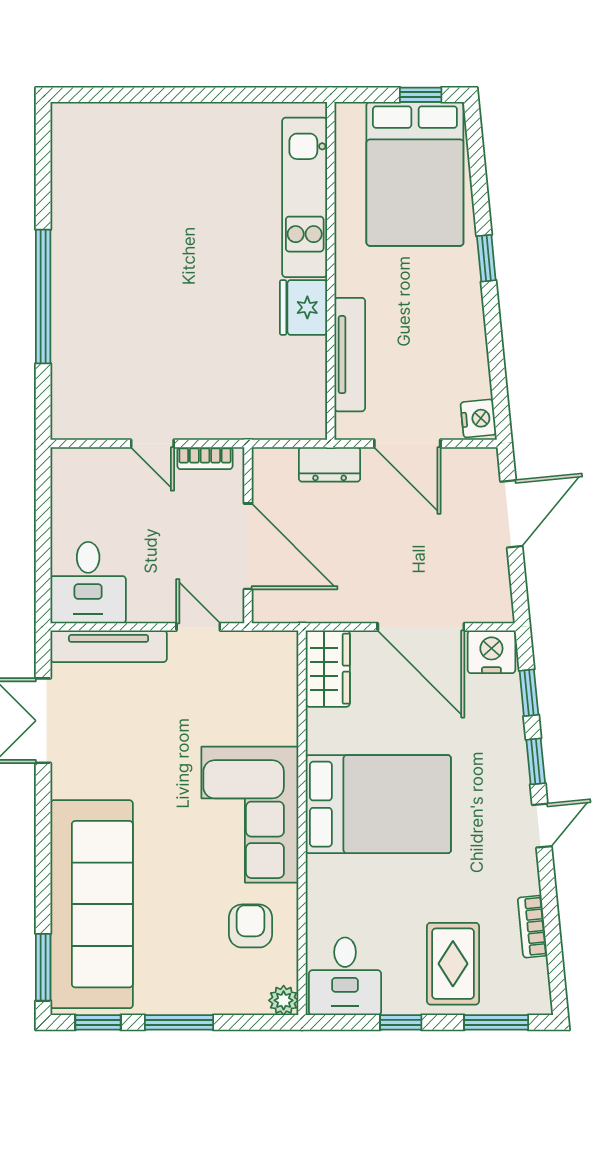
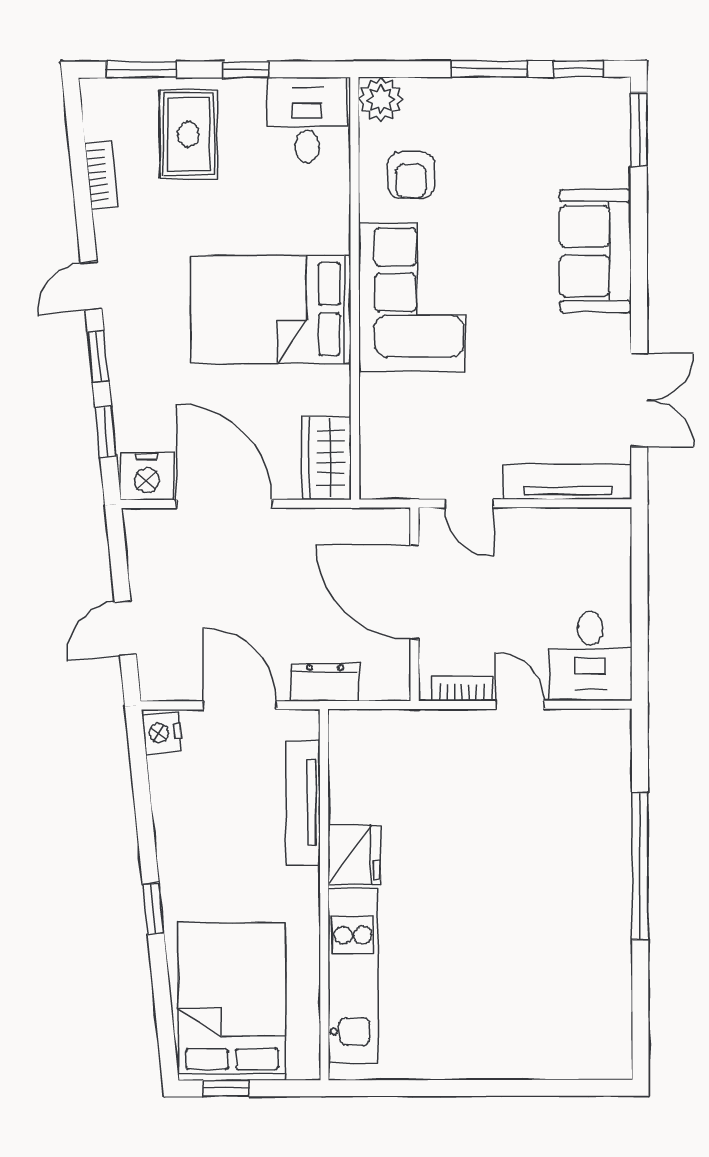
door: (511, 514) -> (125, 628), width x0.73
desk: (88, 583) -> (590, 656), moved, turned 180
sofa: (92, 904) -> (595, 251), width x0.54, depth x0.79
plant: (284, 1000) -> (381, 100), width x1.38, depth x1.38

